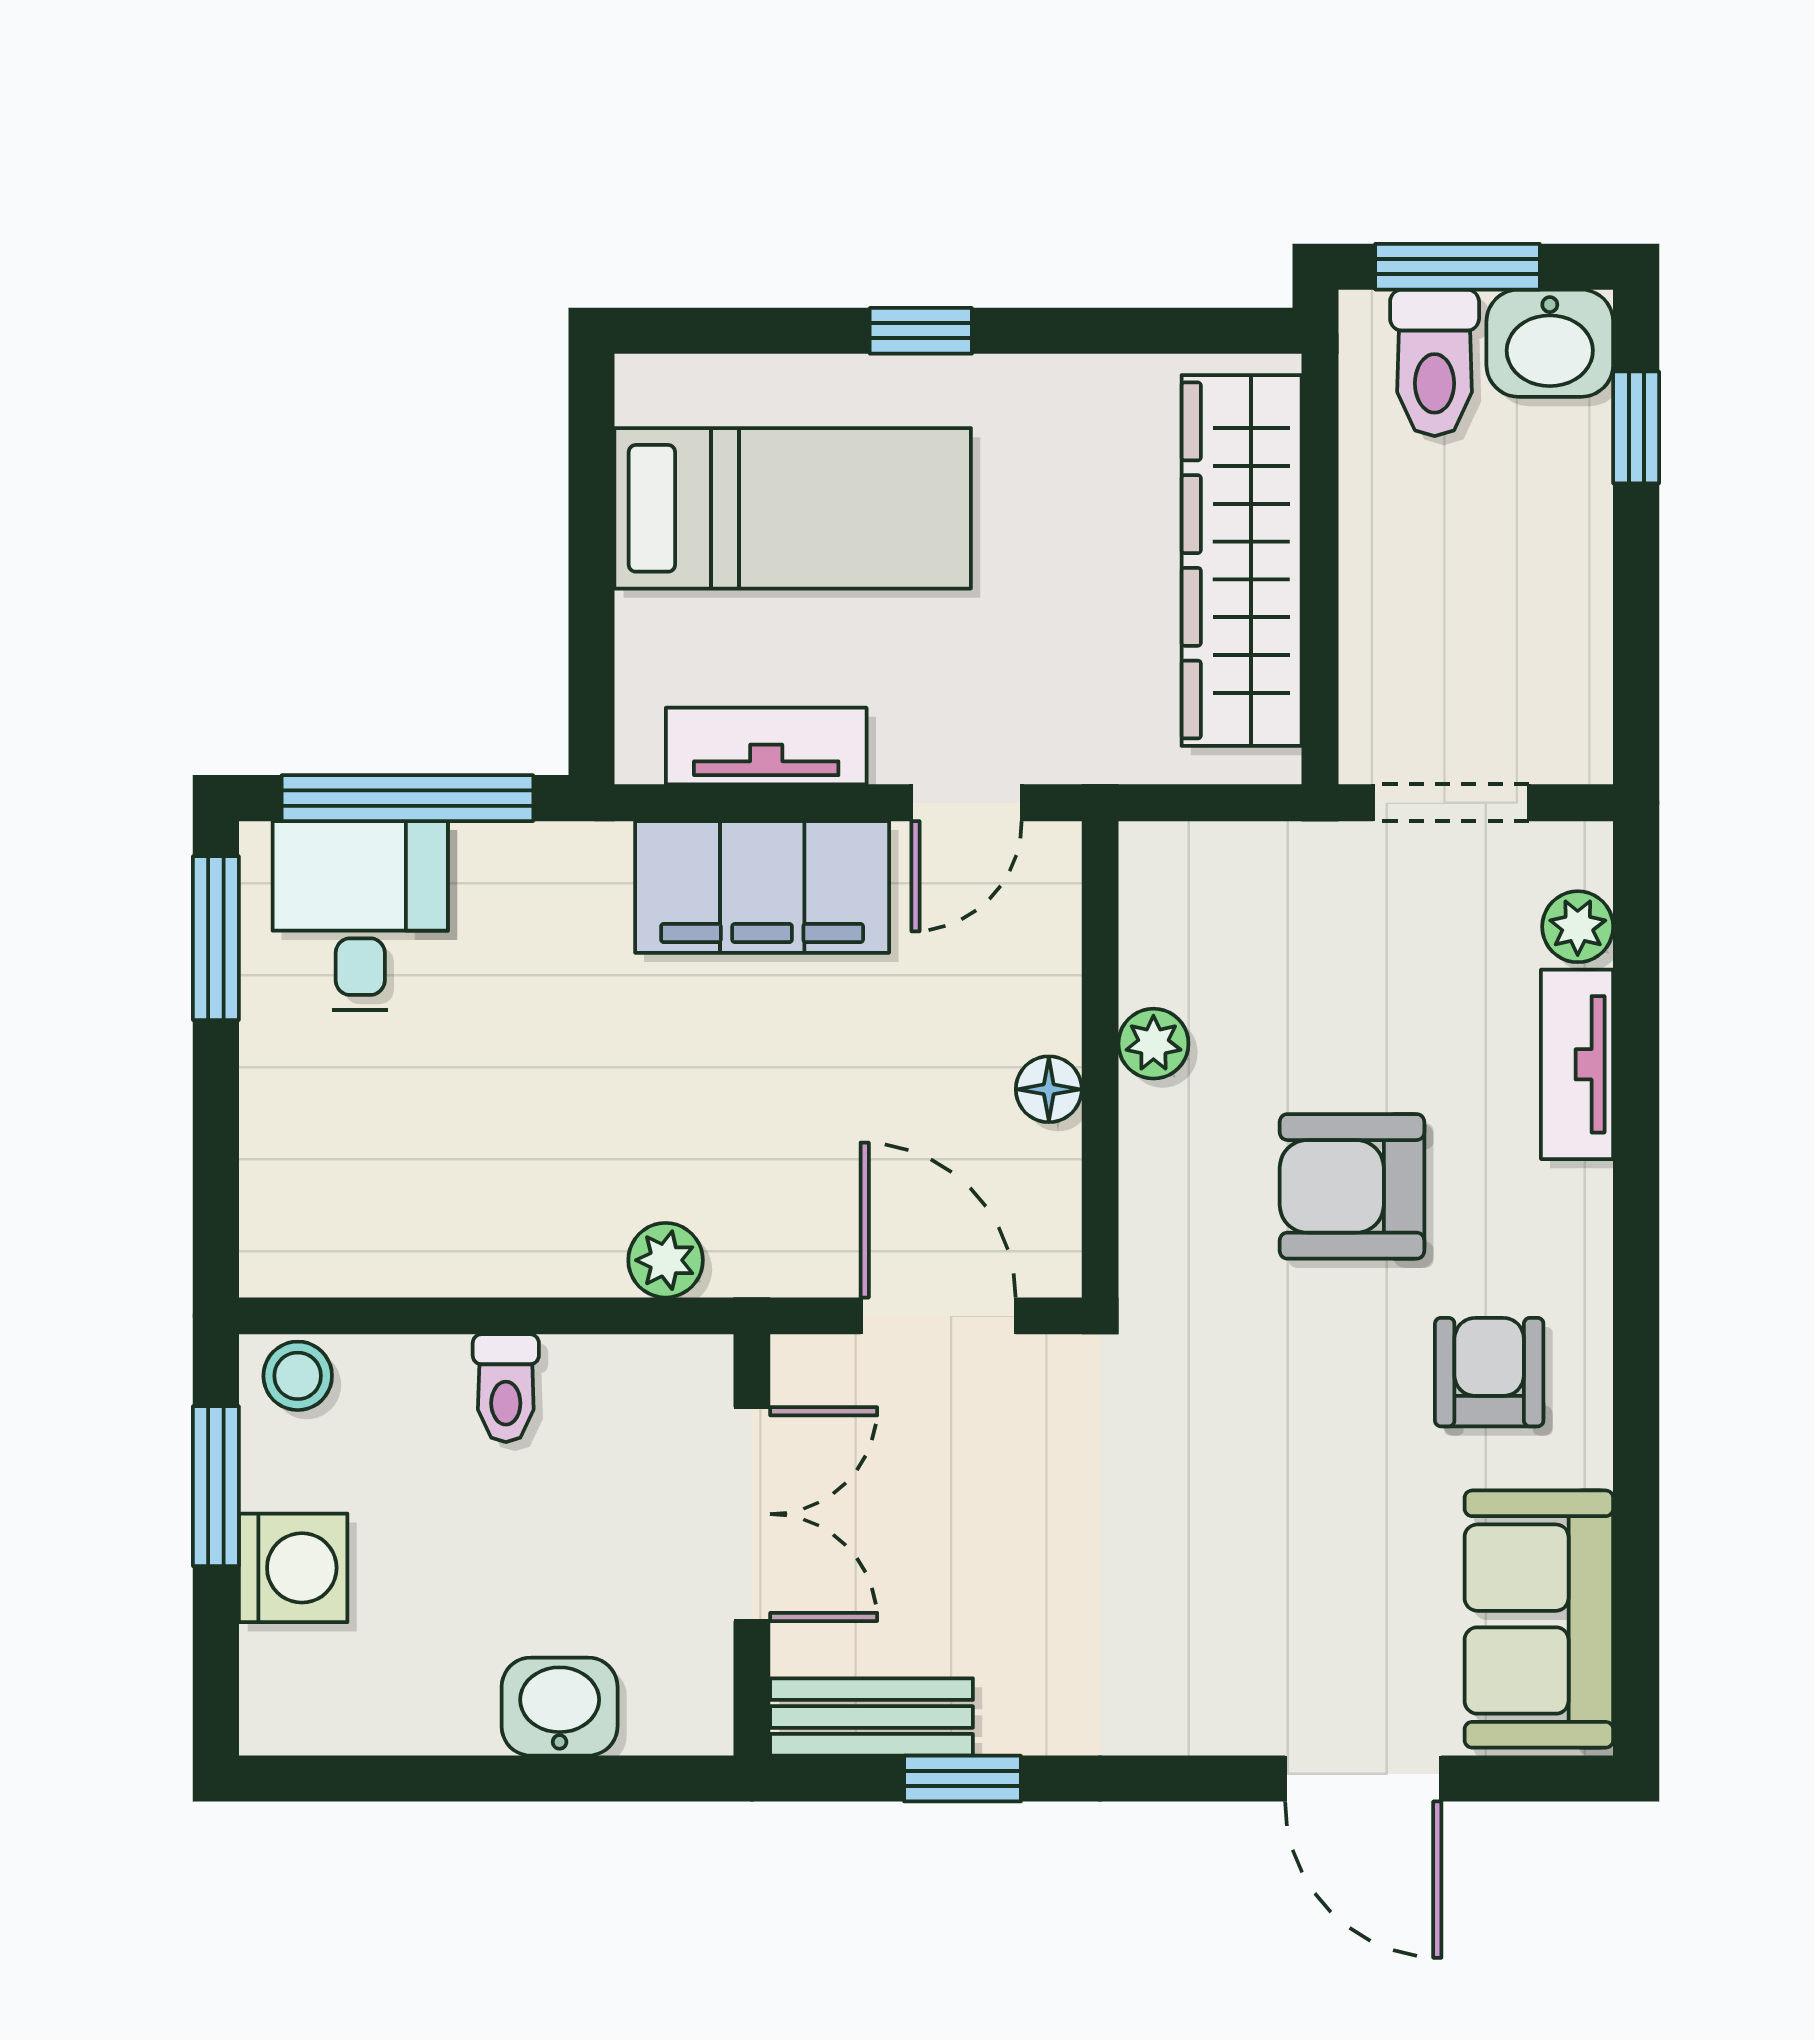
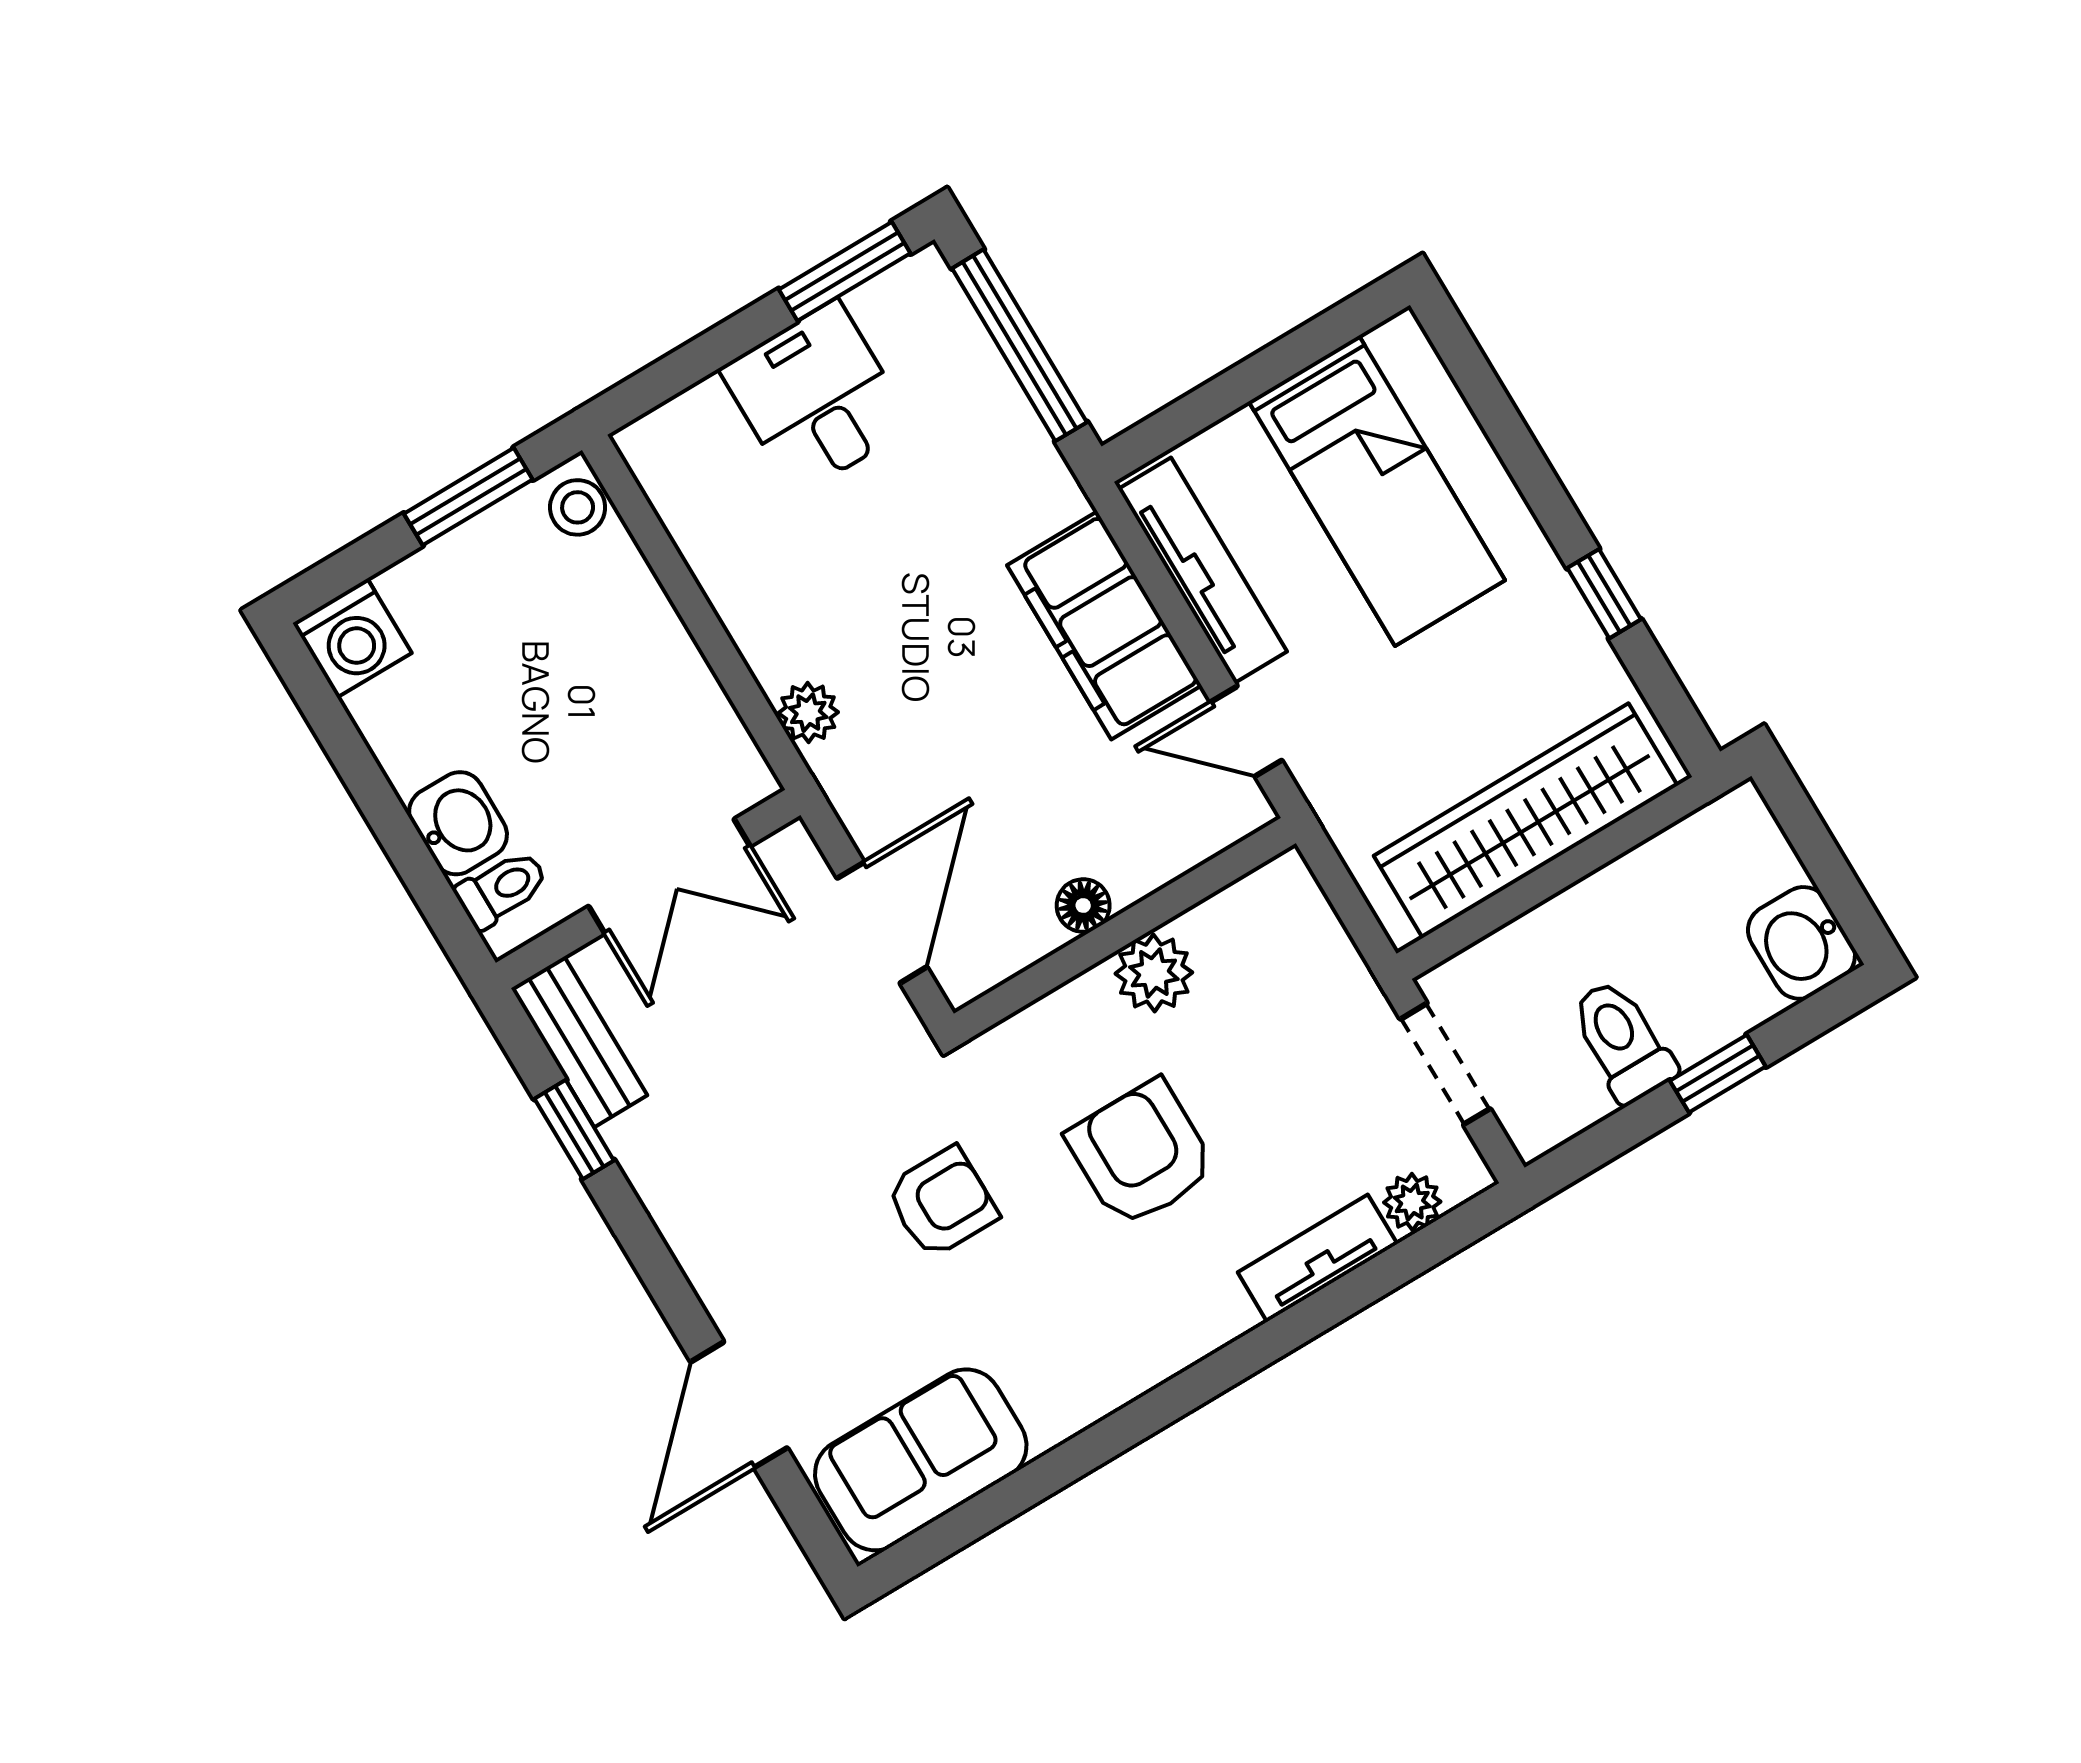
window: (1457, 267) -> (1816, 848), removed
window: (921, 331) -> (1604, 594), moved
toilet: (1435, 363) -> (1622, 1041), moved, turned 90
window: (1636, 427) -> (1718, 1074), moved
tv unit: (766, 746) -> (1203, 570), width x1.41
desk: (360, 916) -> (816, 398), moved, turned -90
plant: (1153, 1044) -> (1154, 973), width x1.38, depth x1.38
armchair: (1489, 1372) -> (942, 1202), moved
toilet: (506, 1388) -> (502, 889), moved, turned 180
washing machine: (293, 1568) -> (352, 638), moved

